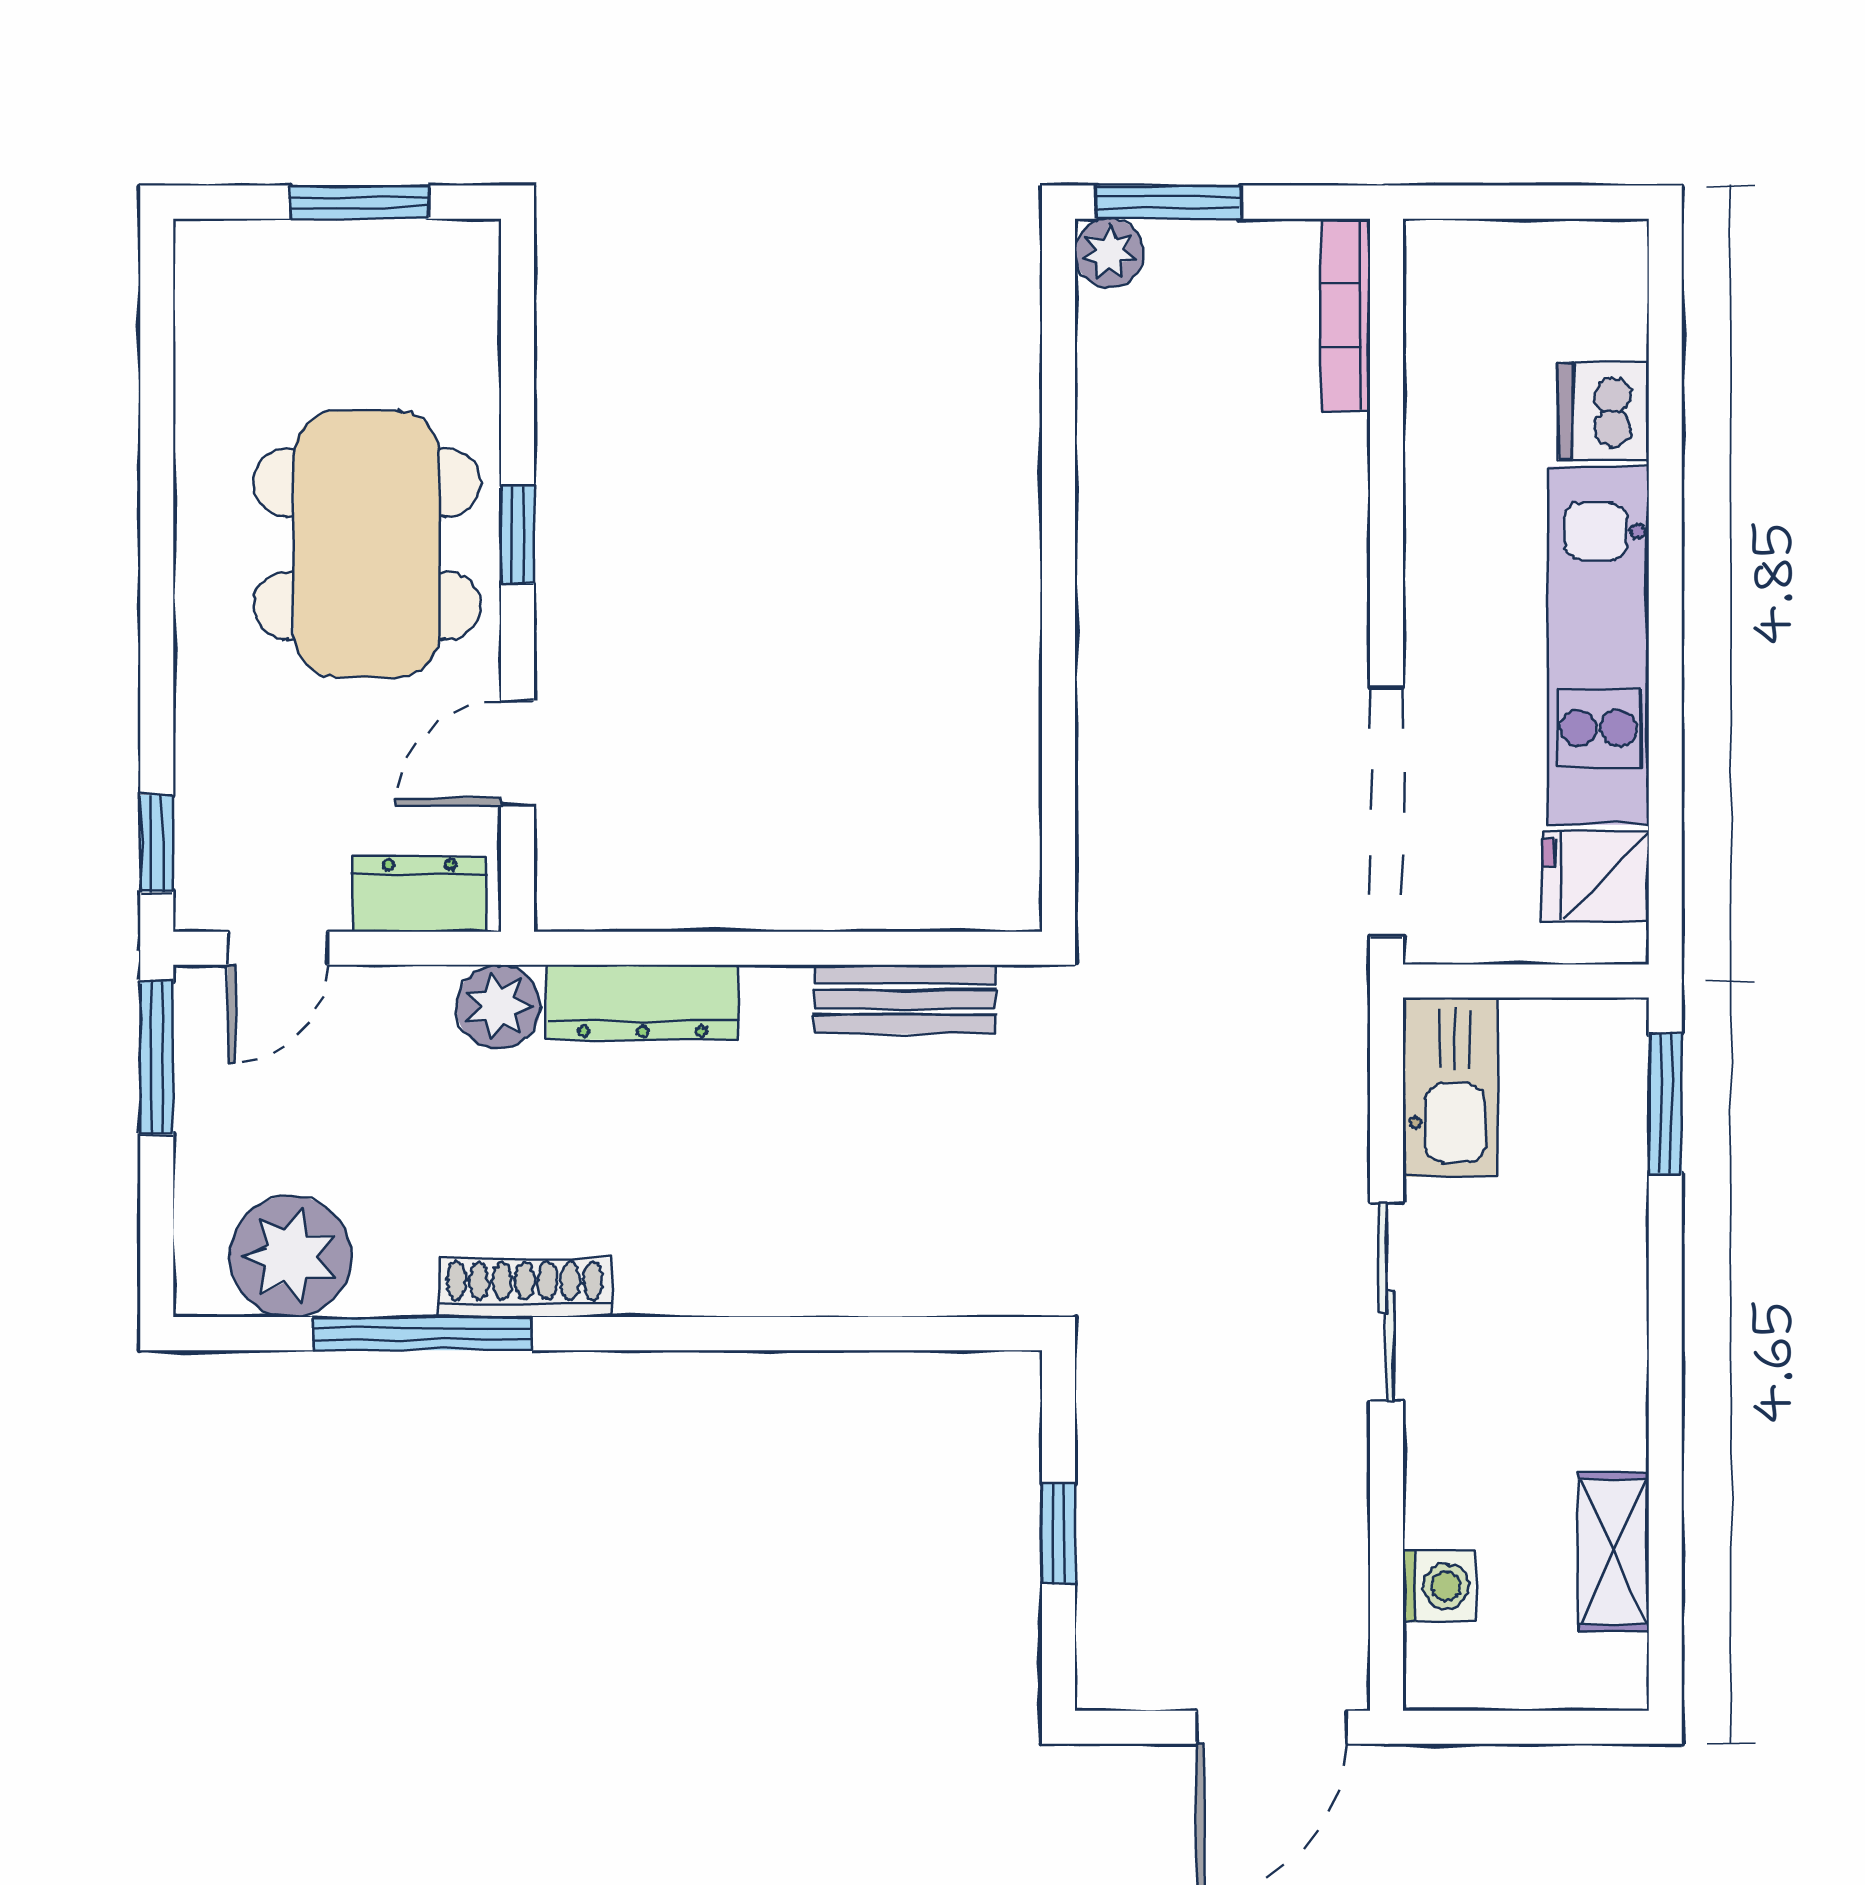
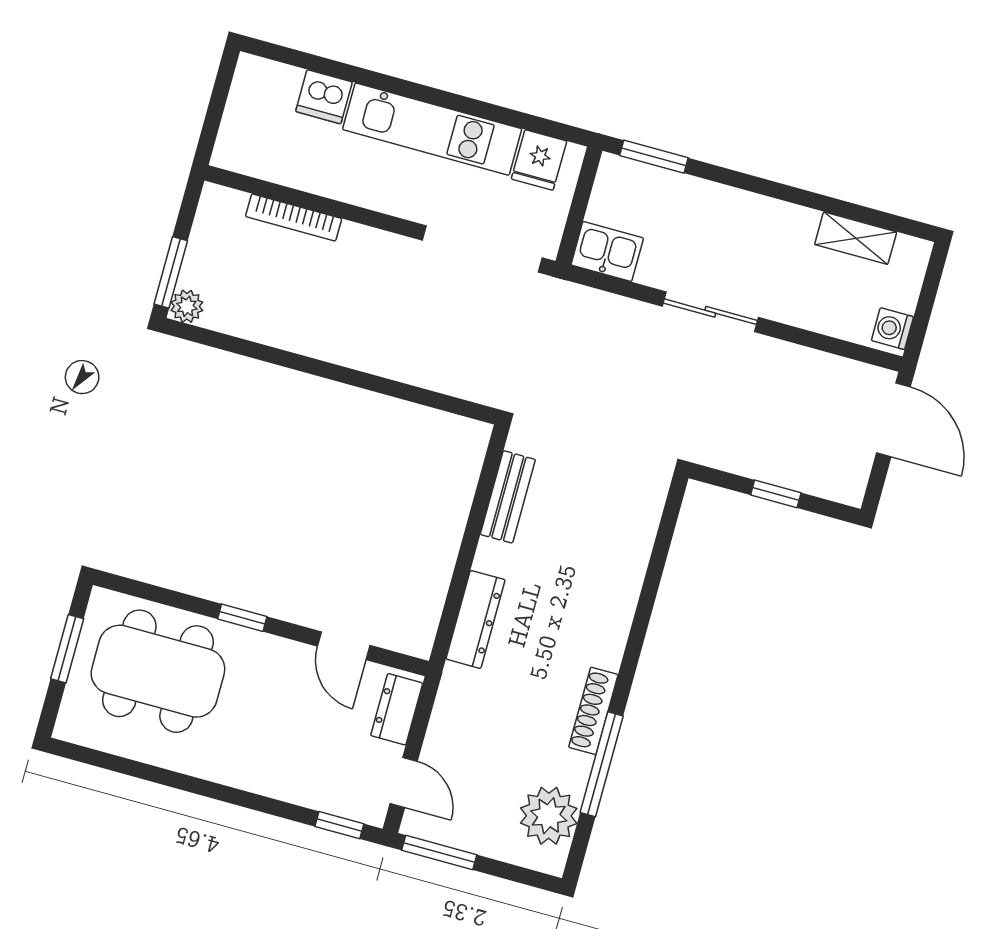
bookcase: (1345, 315) -> (294, 218), moved
dining table: (367, 544) -> (158, 671), moved
plant: (498, 1007) -> (459, 687), removed
kitchen sink: (1450, 1087) -> (607, 251), width x0.73
washing machine: (1439, 1586) -> (892, 329), moved, turned -90

